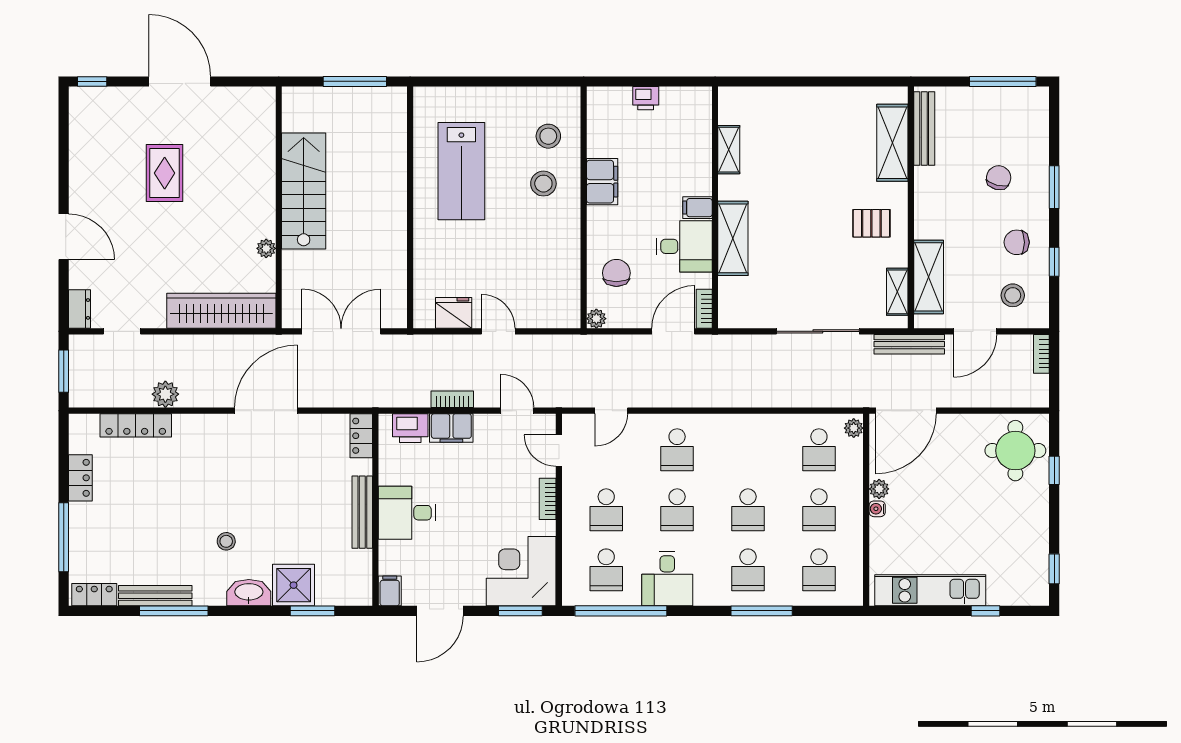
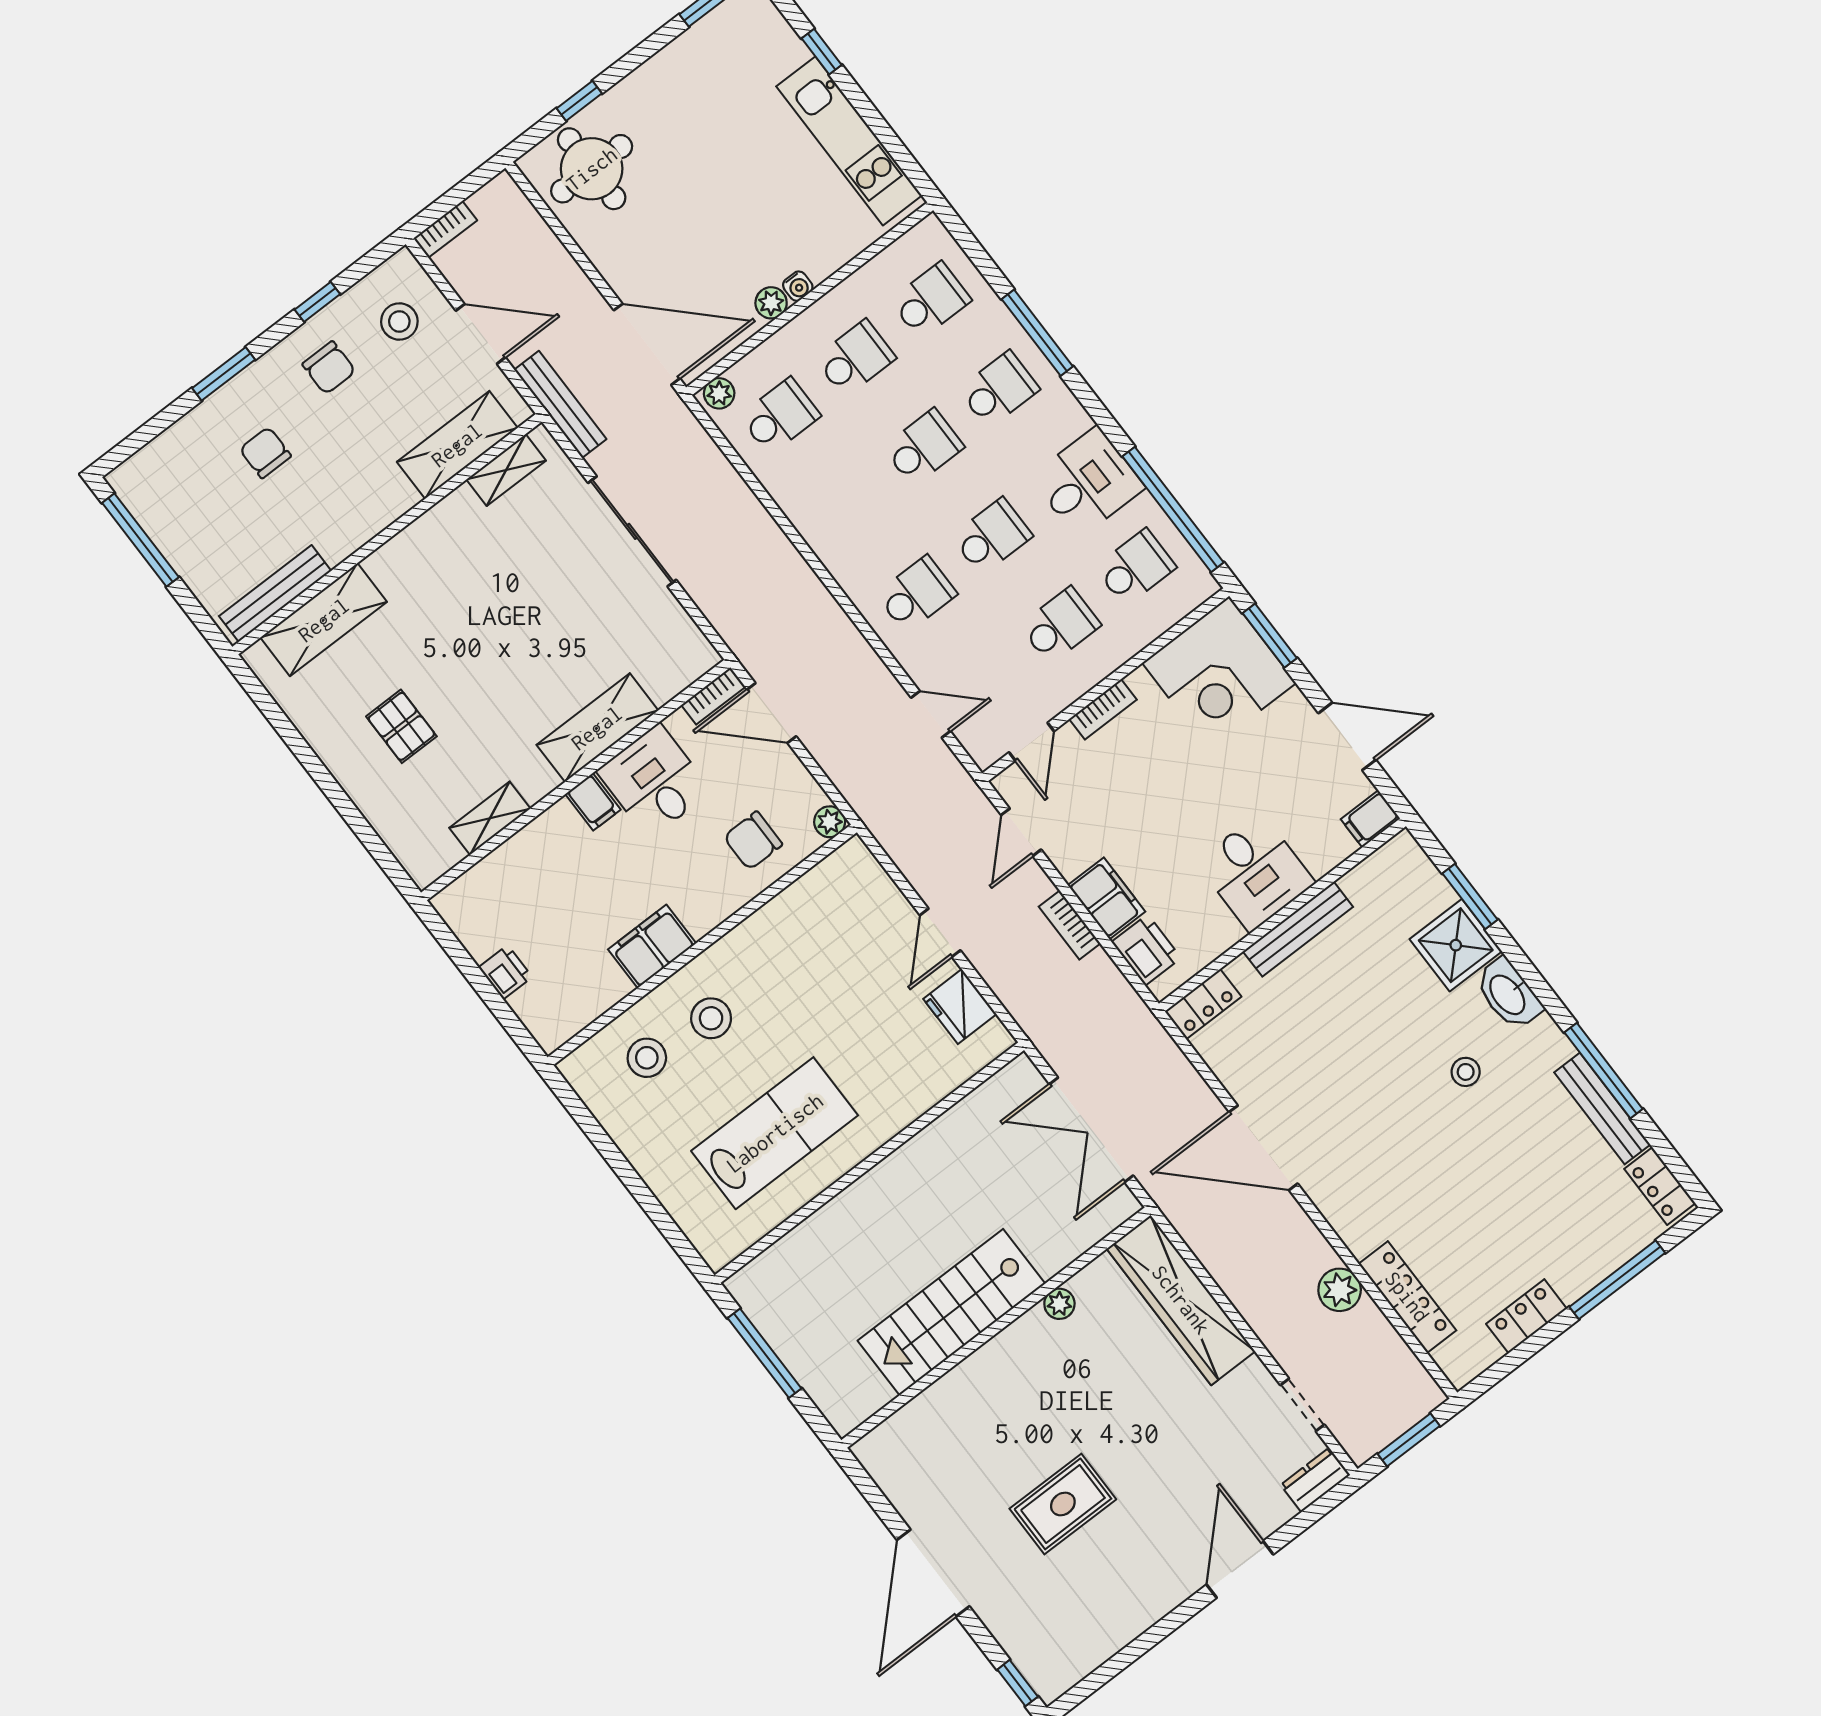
chair: (999, 178) -> (265, 453), turned 75
pallet: (871, 223) -> (401, 726), moved

